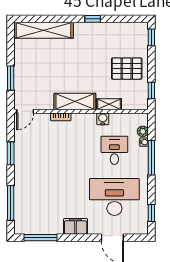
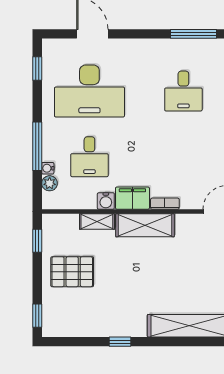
desk: (48, 197) -> (183, 91), added
filing cabinet: (76, 226) -> (132, 198), moved, turned 180

